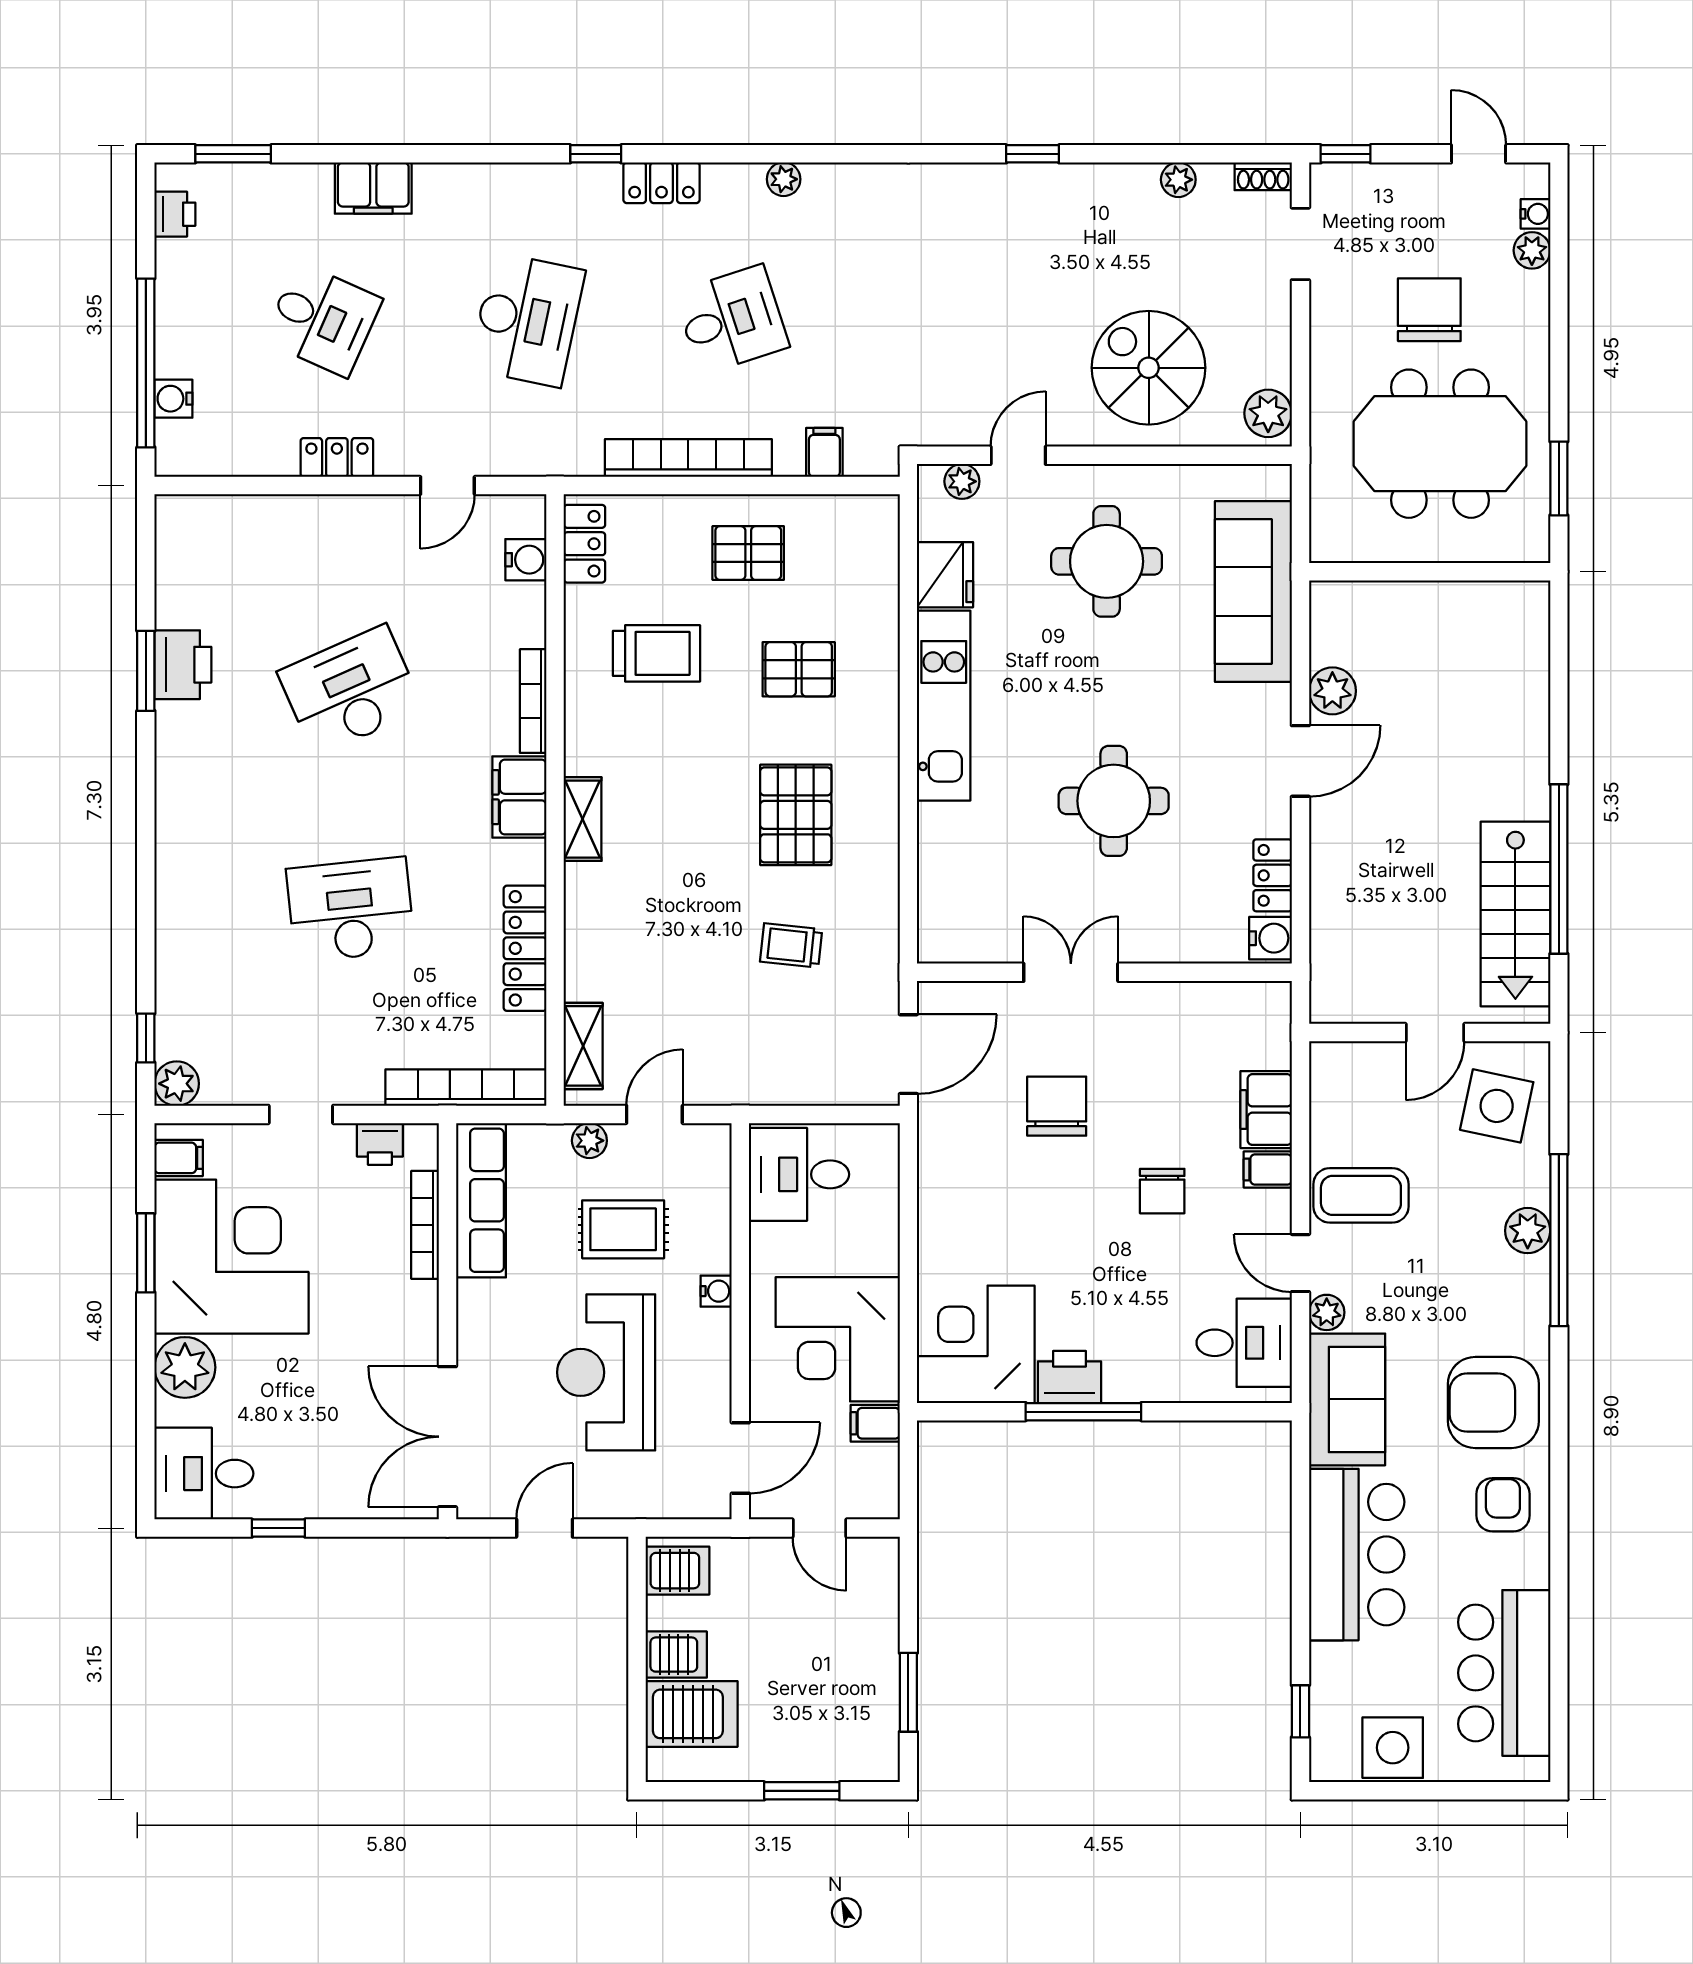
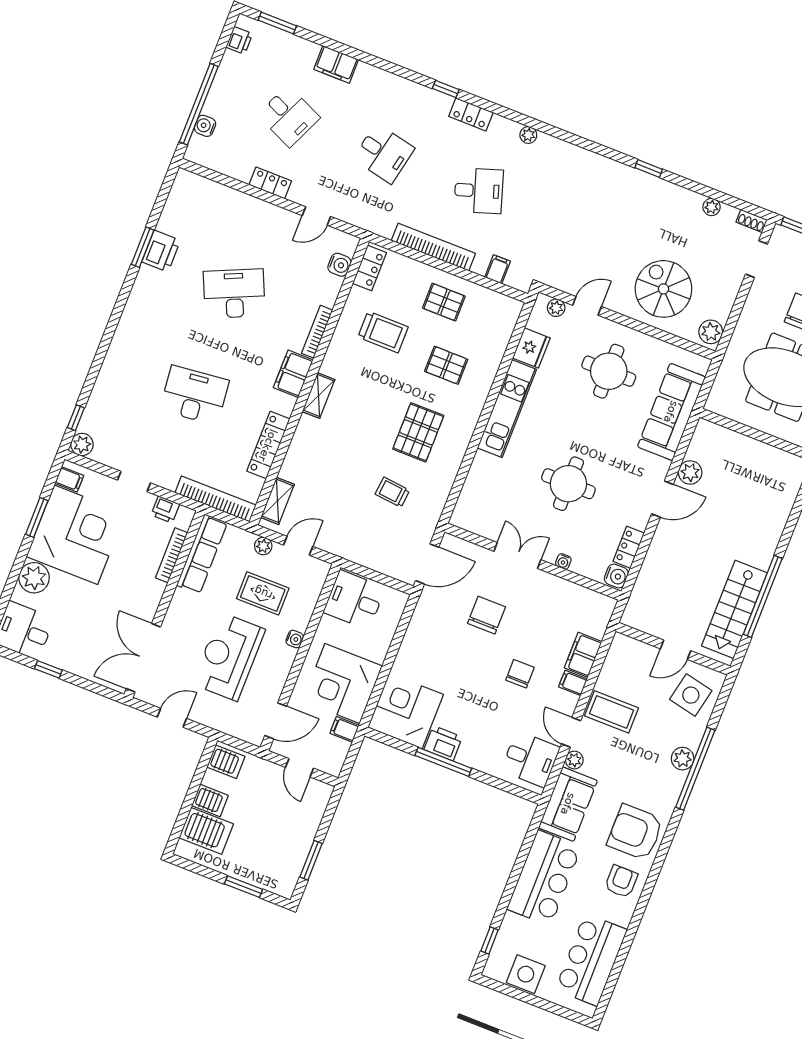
desk: (527, 320) -> (384, 153), width x0.73
water cooler: (1161, 950) -> (563, 561), added
chair: (1162, 1191) -> (520, 674), turned 180

